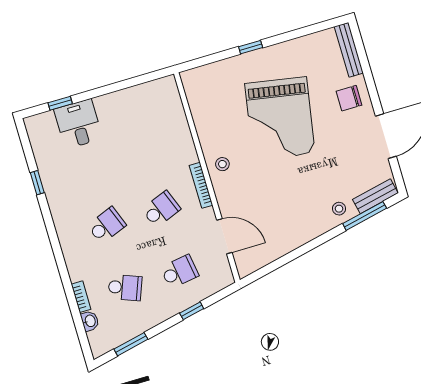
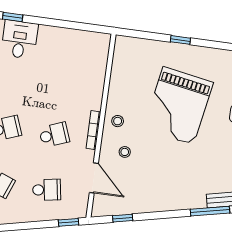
stool: (339, 209) -> (125, 152), moved
window: (274, 265) -> (123, 218), added
window: (192, 311) -> (68, 222), moved

